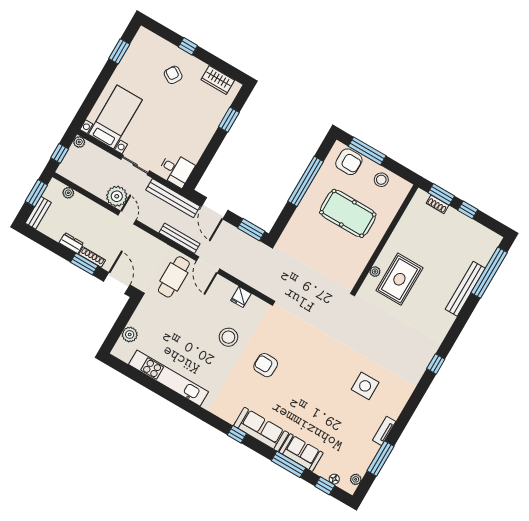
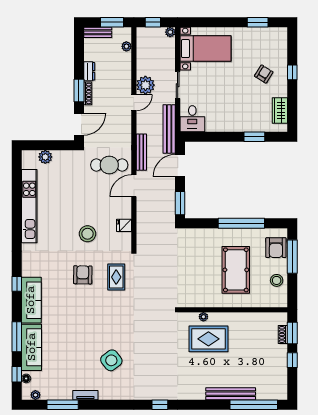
rug: (287, 334) -> (116, 277), added
side table: (365, 386) -> (111, 360), turned -38
sofa: (301, 453) -> (32, 347), width x1.36

